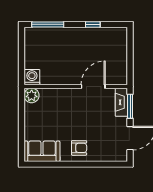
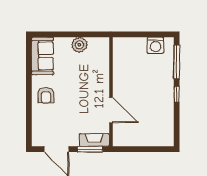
window: (93, 24) -> (177, 94), moved
washing machine: (32, 77) -> (155, 45), moved, turned 90
plant: (32, 95) -> (79, 45), moved

